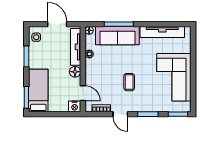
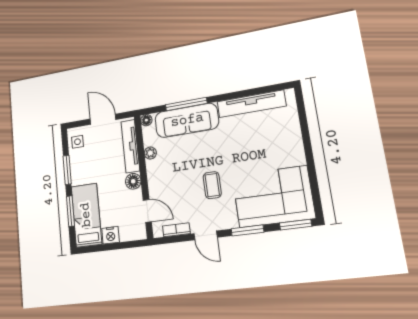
corner sofa: (174, 77) -> (273, 197), moved, turned 90
window: (26, 97) -> (70, 211), moved
nightstand: (75, 106) -> (111, 235), moved

